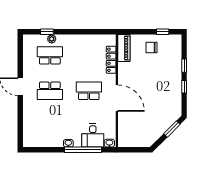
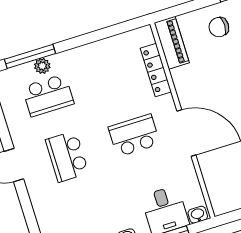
window: (47, 32) -> (30, 56), width x2.17
school desk: (50, 55) -> (48, 95), turned 180
school desk: (50, 91) -> (67, 156), turned 90

